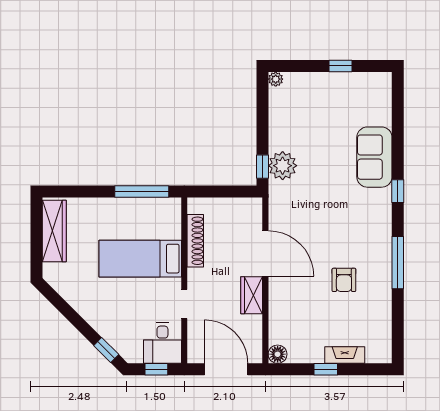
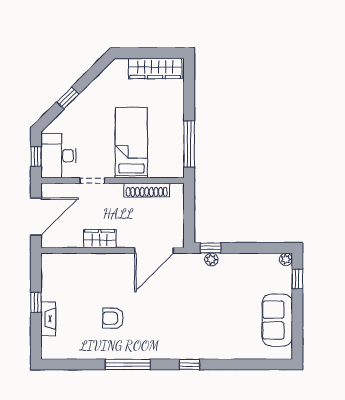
window: (340, 66) -> (297, 279), moved
sofa: (374, 157) -> (277, 320), moved, turned -90
plant: (283, 166) -> (211, 260), width x0.53, depth x0.53
door: (265, 253) -> (154, 250), moved
desk: (162, 343) -> (59, 156), width x1.37
window: (106, 350) -> (68, 98), moved
floor lamp: (278, 354) -> (49, 261), removed

